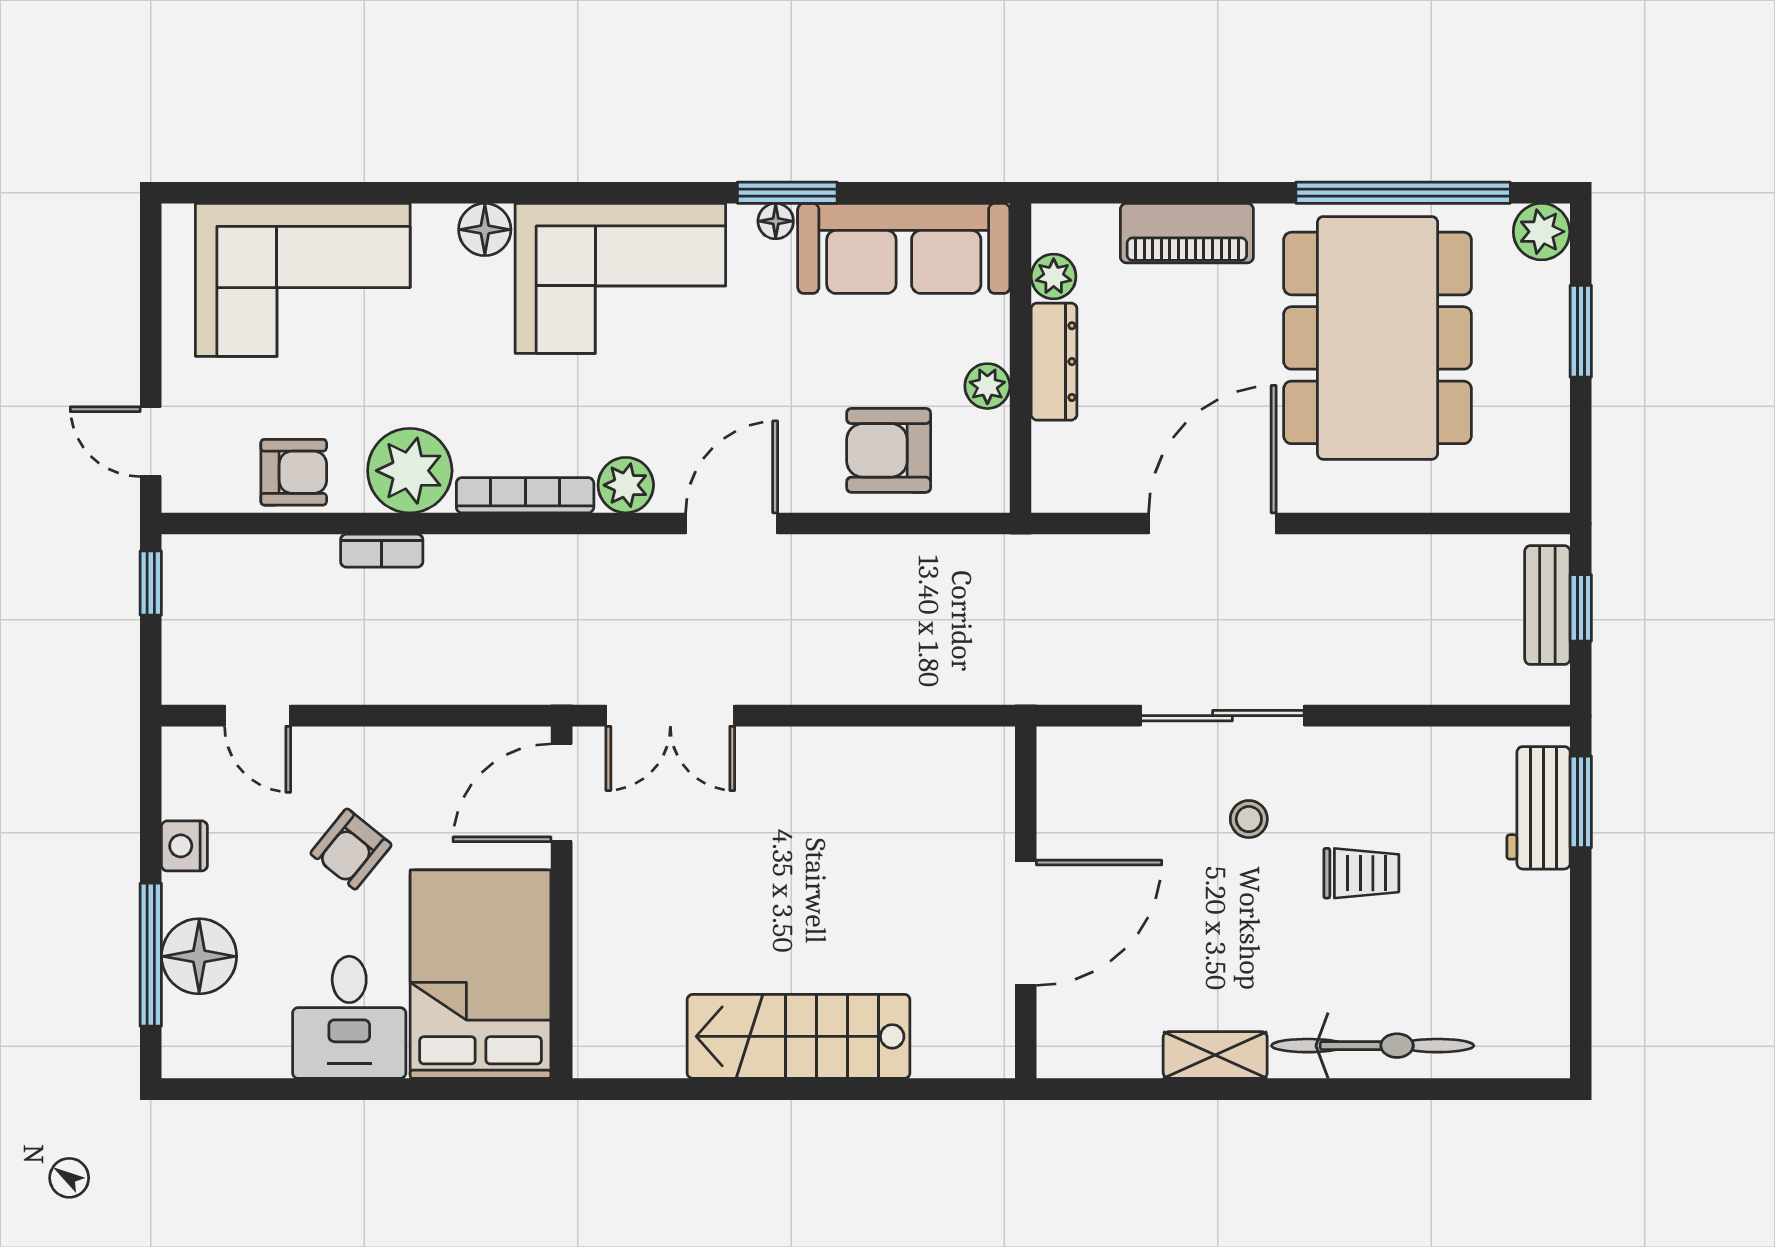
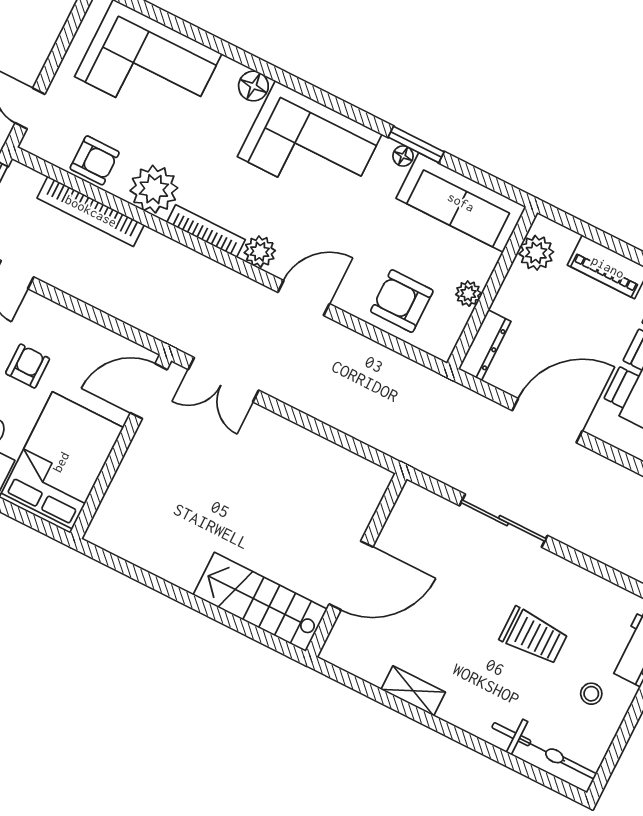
plant: (1054, 276) -> (536, 253), width x1.38, depth x1.38
dresser: (1054, 362) -> (485, 345), moved
bookcase: (382, 551) -> (91, 211), width x2.31, depth x1.31
stool: (1249, 819) -> (591, 694), moved
armchair: (351, 849) -> (28, 366), turned 141
trolley: (1361, 873) -> (534, 636), width x1.36, depth x1.39
stairs: (799, 1036) -> (260, 602), moved
bicycle: (1373, 1046) -> (544, 751), moved

